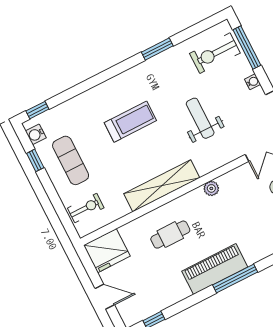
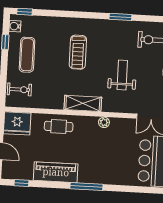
treadmill: (130, 122) -> (78, 52), turned 90
shelving: (162, 186) -> (83, 103), width x0.68
cafe table: (170, 235) -> (59, 126), moved
piano: (215, 269) -> (56, 172), moved

